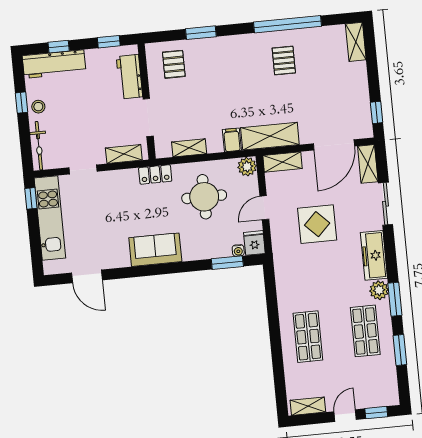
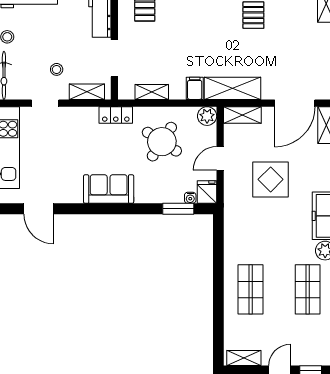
stool: (91, 135) -> (57, 69), added
round table: (204, 197) -> (162, 142), turned 33

